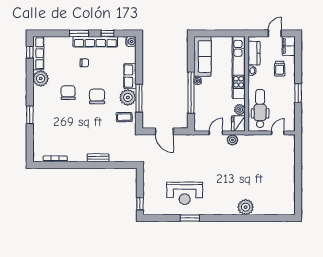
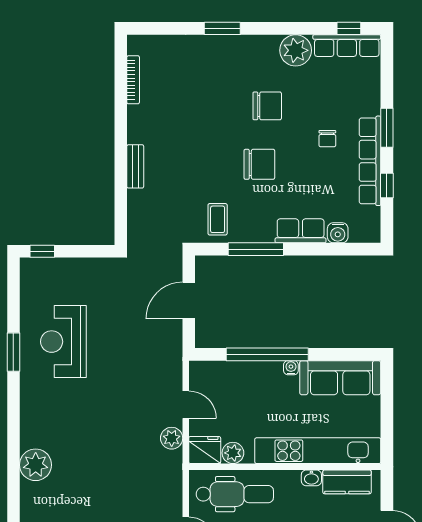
water cooler: (131, 42) -> (338, 233), moved
plant: (128, 97) -> (257, 227), removed

